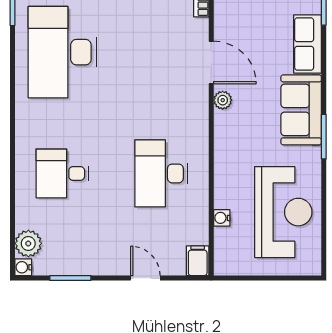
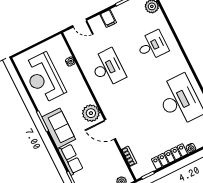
plant: (223, 100) -> (91, 113), width x1.88, depth x1.88
filing cabinet: (198, 261) -> (108, 18), moved
door: (145, 278) -> (80, 23), moved

